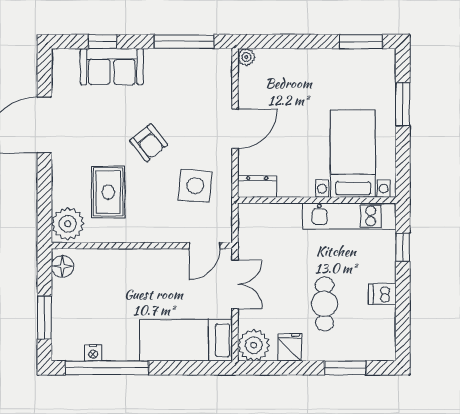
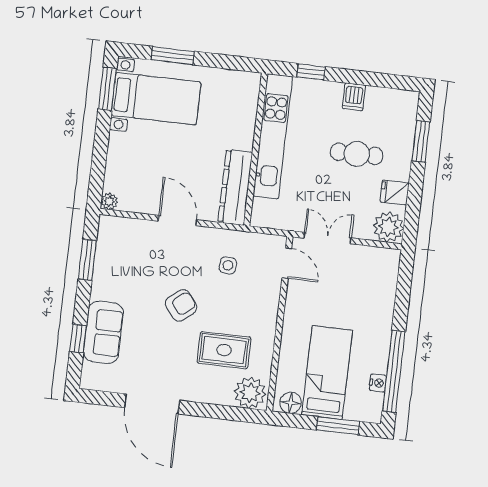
window: (184, 42) -> (87, 260), width x0.69
bed with nightstands: (353, 153) -> (156, 99), moved, turned 180
side table: (195, 186) -> (228, 265), width x0.54, depth x0.54
dresser: (257, 187) -> (235, 187), width x1.96, depth x1.24
kitchen unit: (349, 216) -> (273, 136), width x1.36
bed: (186, 340) -> (327, 373), moved, turned 180

